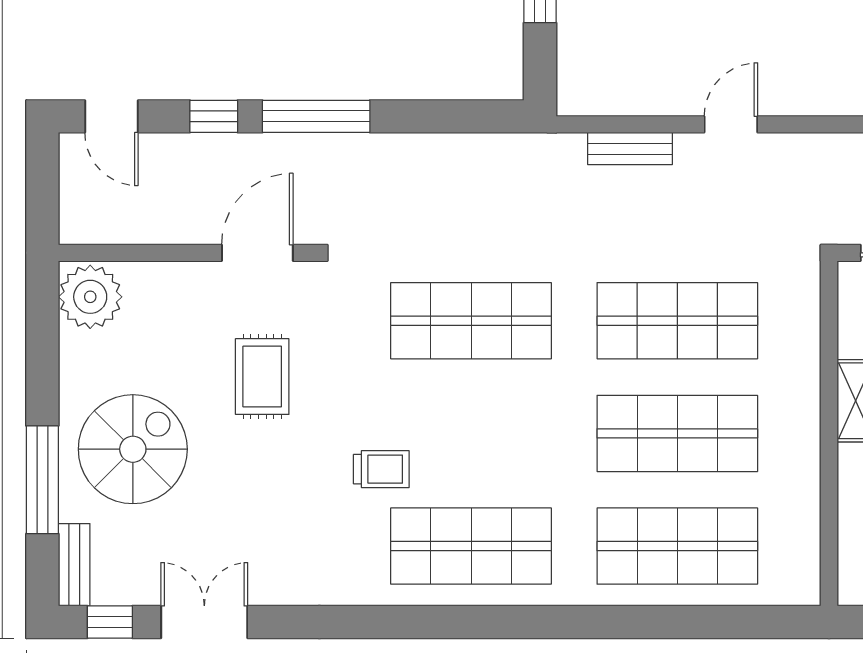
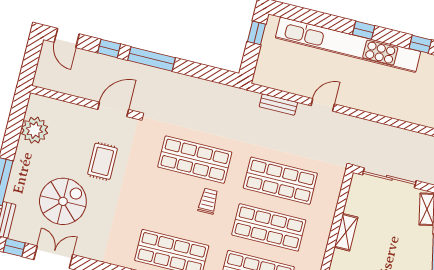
plant: (90, 297) -> (35, 130), moved
spiral stairs: (133, 449) -> (63, 201), moved
trolley: (381, 469) -> (208, 201), moved, turned -90

